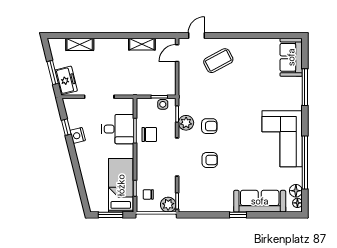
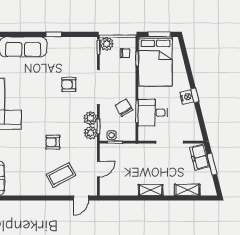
shelving: (142, 44) -> (151, 190), moved
door: (177, 53) -> (98, 169), moved
plant: (186, 107) -> (91, 133), added
armchair: (209, 126) -> (53, 142), moved
window: (66, 127) -> (195, 95), moved
chair: (149, 134) -> (124, 108), turned 59
nightstand: (78, 135) -> (187, 97), moved
bed: (121, 185) -> (155, 61), width x1.50
window: (238, 215) -> (54, 34), moved

